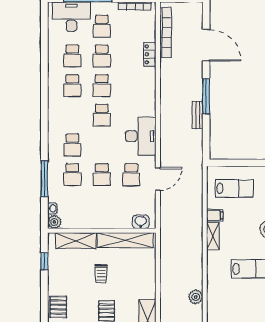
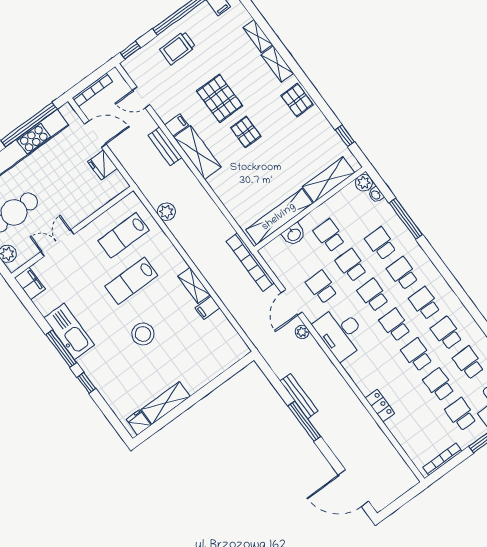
bookcase: (165, 33) -> (250, 262), moved
door: (206, 45) -> (353, 488), moved
locker: (150, 54) -> (380, 406), moved
school desk: (72, 115) -> (425, 303), added
bench: (198, 115) -> (299, 396), width x1.36
school desk: (102, 145) -> (373, 295), added
plant: (165, 155) -> (302, 332), added
lab bench: (234, 188) -> (123, 235), moved
school desk: (102, 204) -> (329, 235), added
washbasin: (141, 222) -> (294, 234), moved
trolley: (101, 274) -> (279, 165), removed

